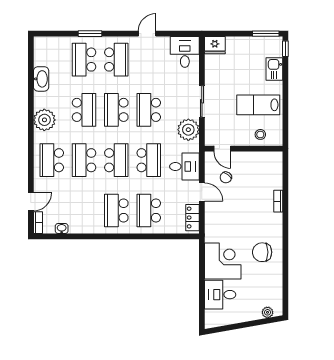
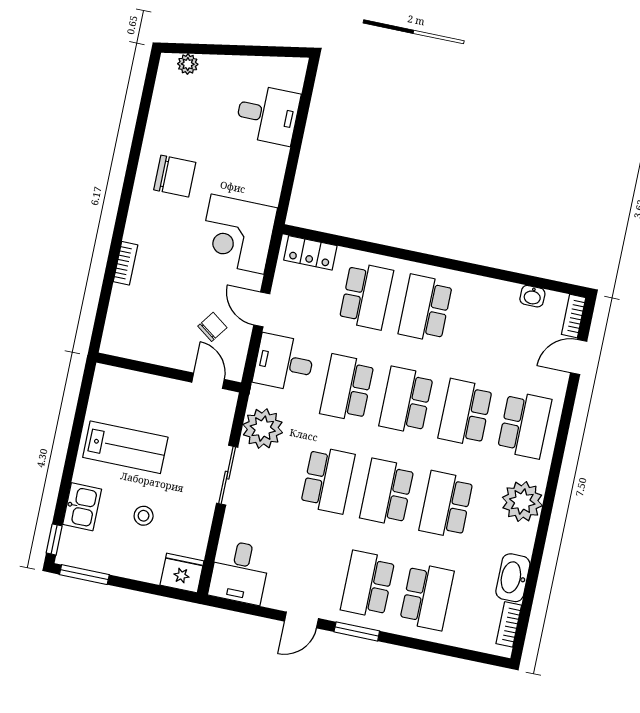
window: (90, 34) -> (357, 631), moved
bookcase: (38, 54) -> (509, 624), added
school desk: (116, 110) -> (387, 492), turned 180
stool: (260, 134) -> (144, 516), moved
school desk: (84, 160) -> (465, 413), turned 180
school desk: (116, 210) -> (425, 308), turned 180
locker: (193, 218) -> (310, 253), moved, turned 90
corner desk: (223, 261) -> (238, 234), moved

